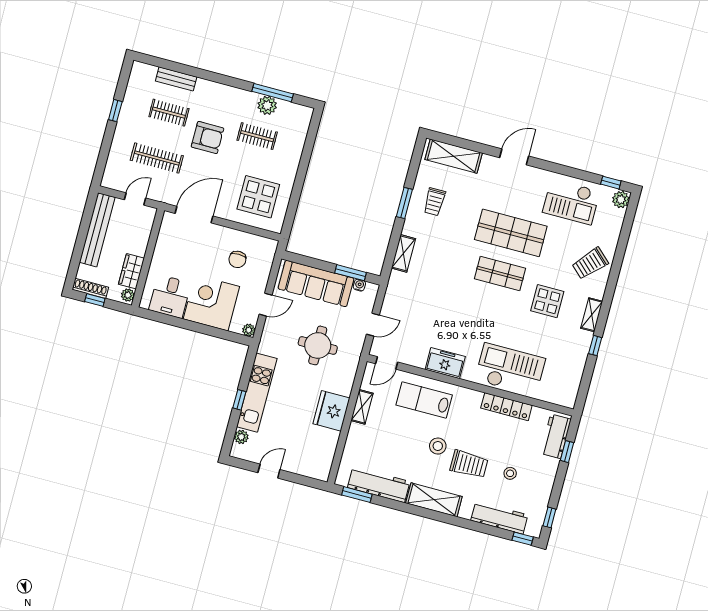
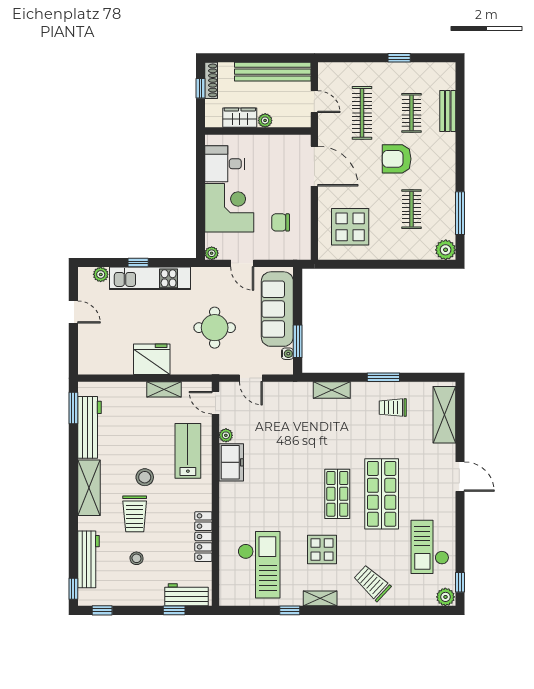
plant: (267, 105) -> (446, 250), moved
armchair: (207, 138) -> (397, 159), turned 90
plant: (128, 295) -> (265, 120), moved
plant: (419, 361) -> (226, 435), added
checkout: (510, 369) -> (259, 565), moved

